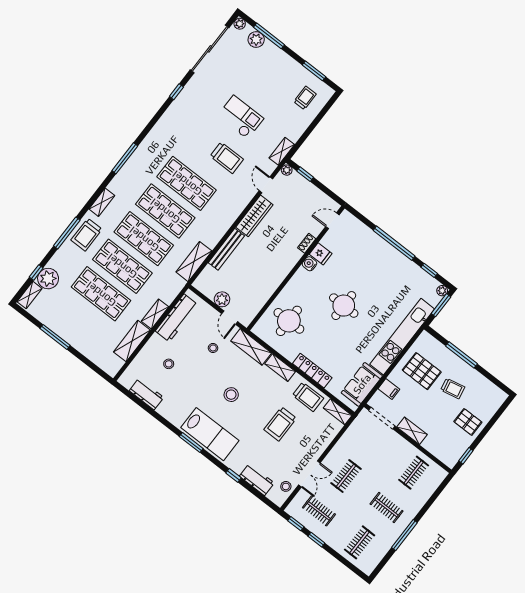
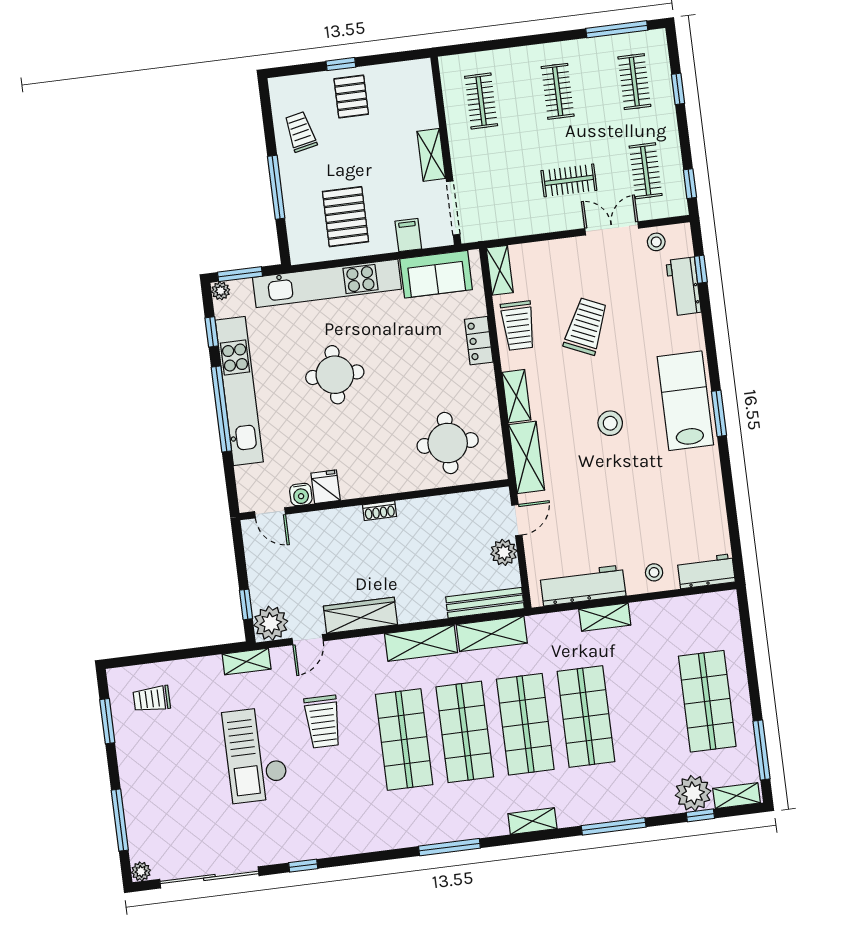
plant: (256, 40) -> (140, 832), removed
checkout: (241, 117) -> (256, 755), width x1.36, depth x1.21
trolley: (227, 158) -> (323, 722), turned 180
plant: (287, 170) -> (271, 623), width x1.88, depth x1.88
trolley: (86, 235) -> (591, 800), removed
shoe rack: (307, 243) -> (380, 511), moved
bench: (226, 249) -> (485, 603), moved
kitchen unit: (394, 258) -> (239, 391), added
water cooler: (310, 264) -> (301, 495), moved
shop shelf: (101, 294) -> (707, 701), moved
round table: (344, 306) -> (335, 375), moved
window: (55, 337) -> (762, 750), moved
shelving: (132, 341) -> (421, 643), moved
stool: (213, 348) -> (575, 503), removed
stool: (169, 364) -> (654, 572), moved
locker: (312, 371) -> (479, 341), width x0.66
trolley: (453, 388) -> (300, 132), moved
workbench: (146, 394) -> (706, 571), moved, turned 90
trolley: (308, 397) -> (518, 326), turned 180
trolley: (280, 424) -> (586, 326), turned -66
window: (466, 456) -> (341, 64), moved
clothes rail: (414, 473) -> (481, 101), turned 90
window: (233, 475) -> (701, 269), moved
window: (404, 535) -> (617, 29), moved
window: (316, 540) -> (678, 89), moved
clothes rail: (359, 542) -> (634, 82), turned 90

